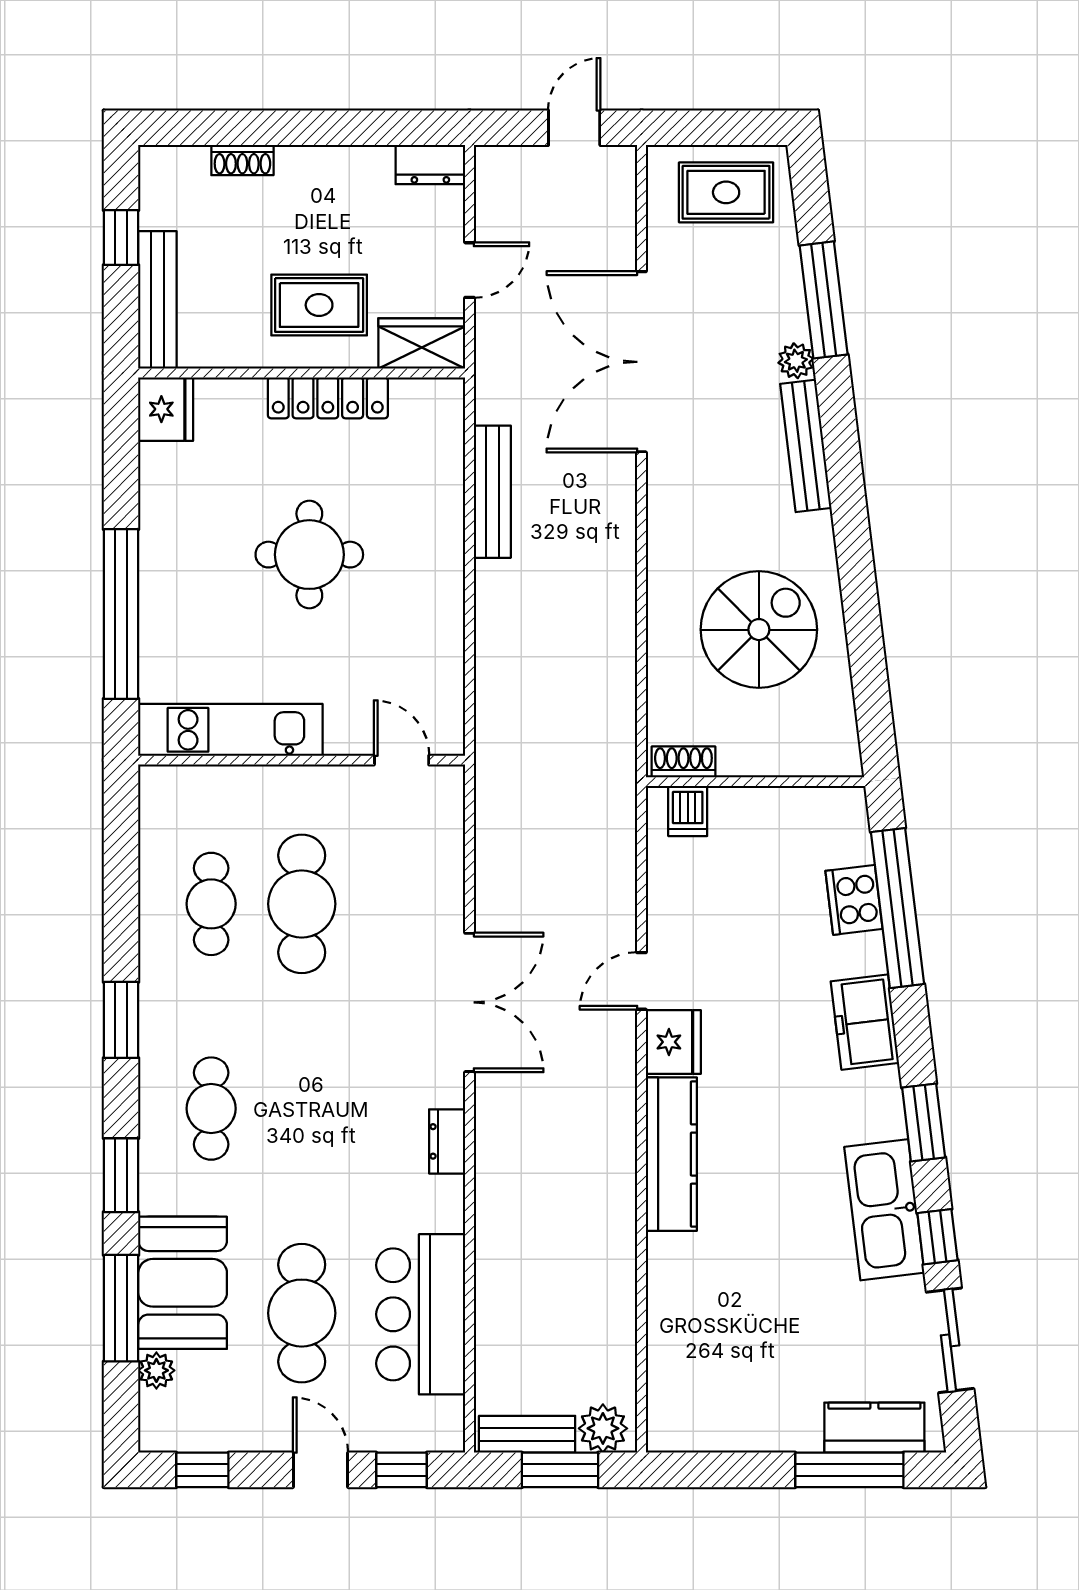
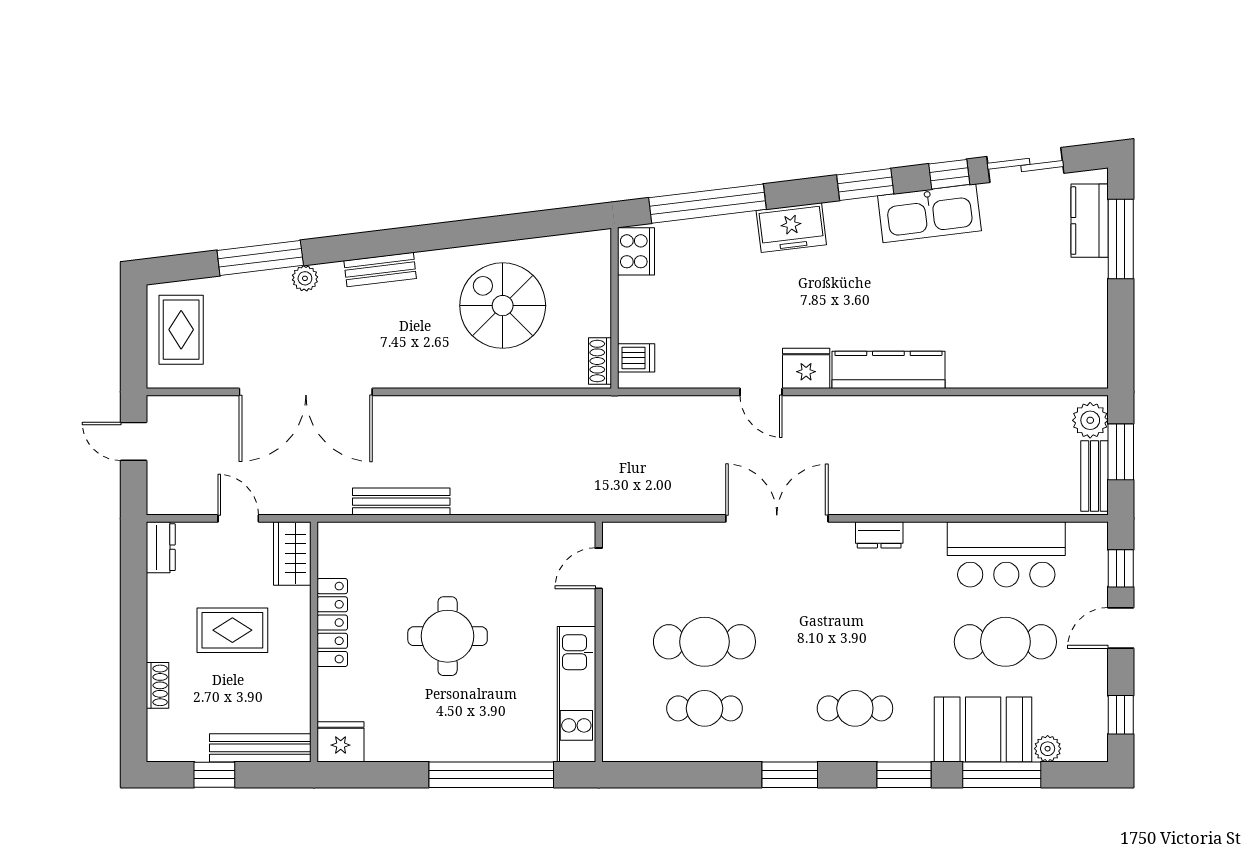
rug: (319, 305) -> (232, 630), moved, turned 90
bench: (806, 446) -> (380, 270), width x0.73
cooker: (854, 900) -> (636, 251), moved, turned -83

